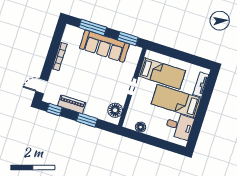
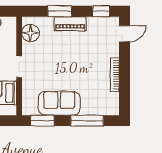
sofa: (104, 46) -> (59, 103), width x0.73
piano: (72, 104) -> (70, 24), moved

